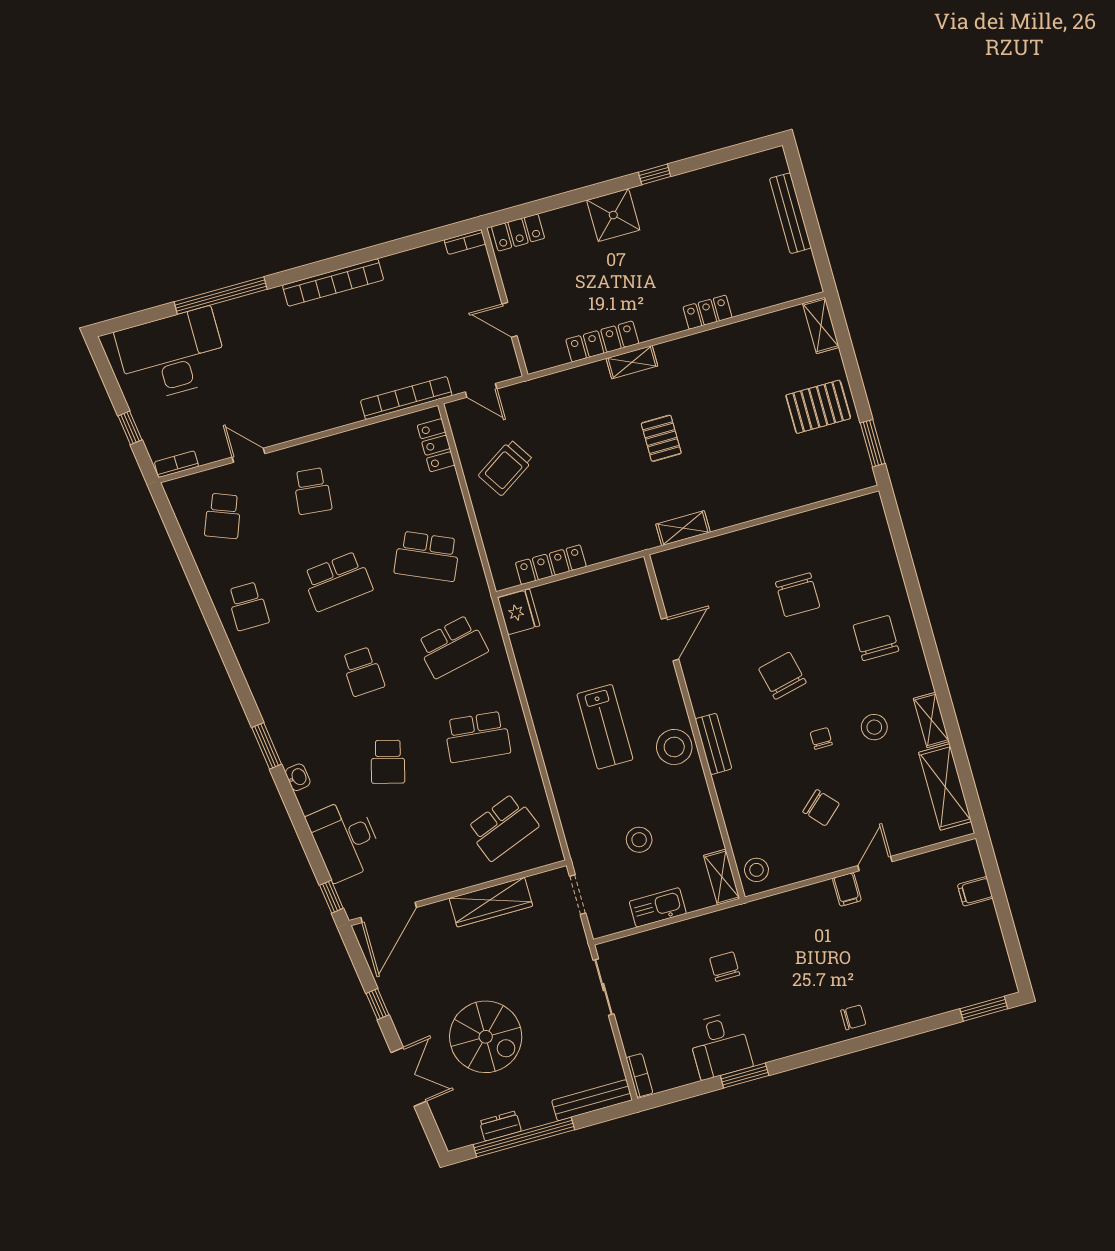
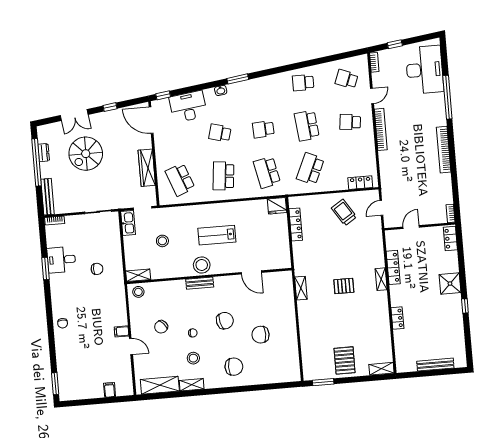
bookcase: (406, 398) -> (381, 129), moved
kitchen sink: (658, 907) -> (128, 223), moved

